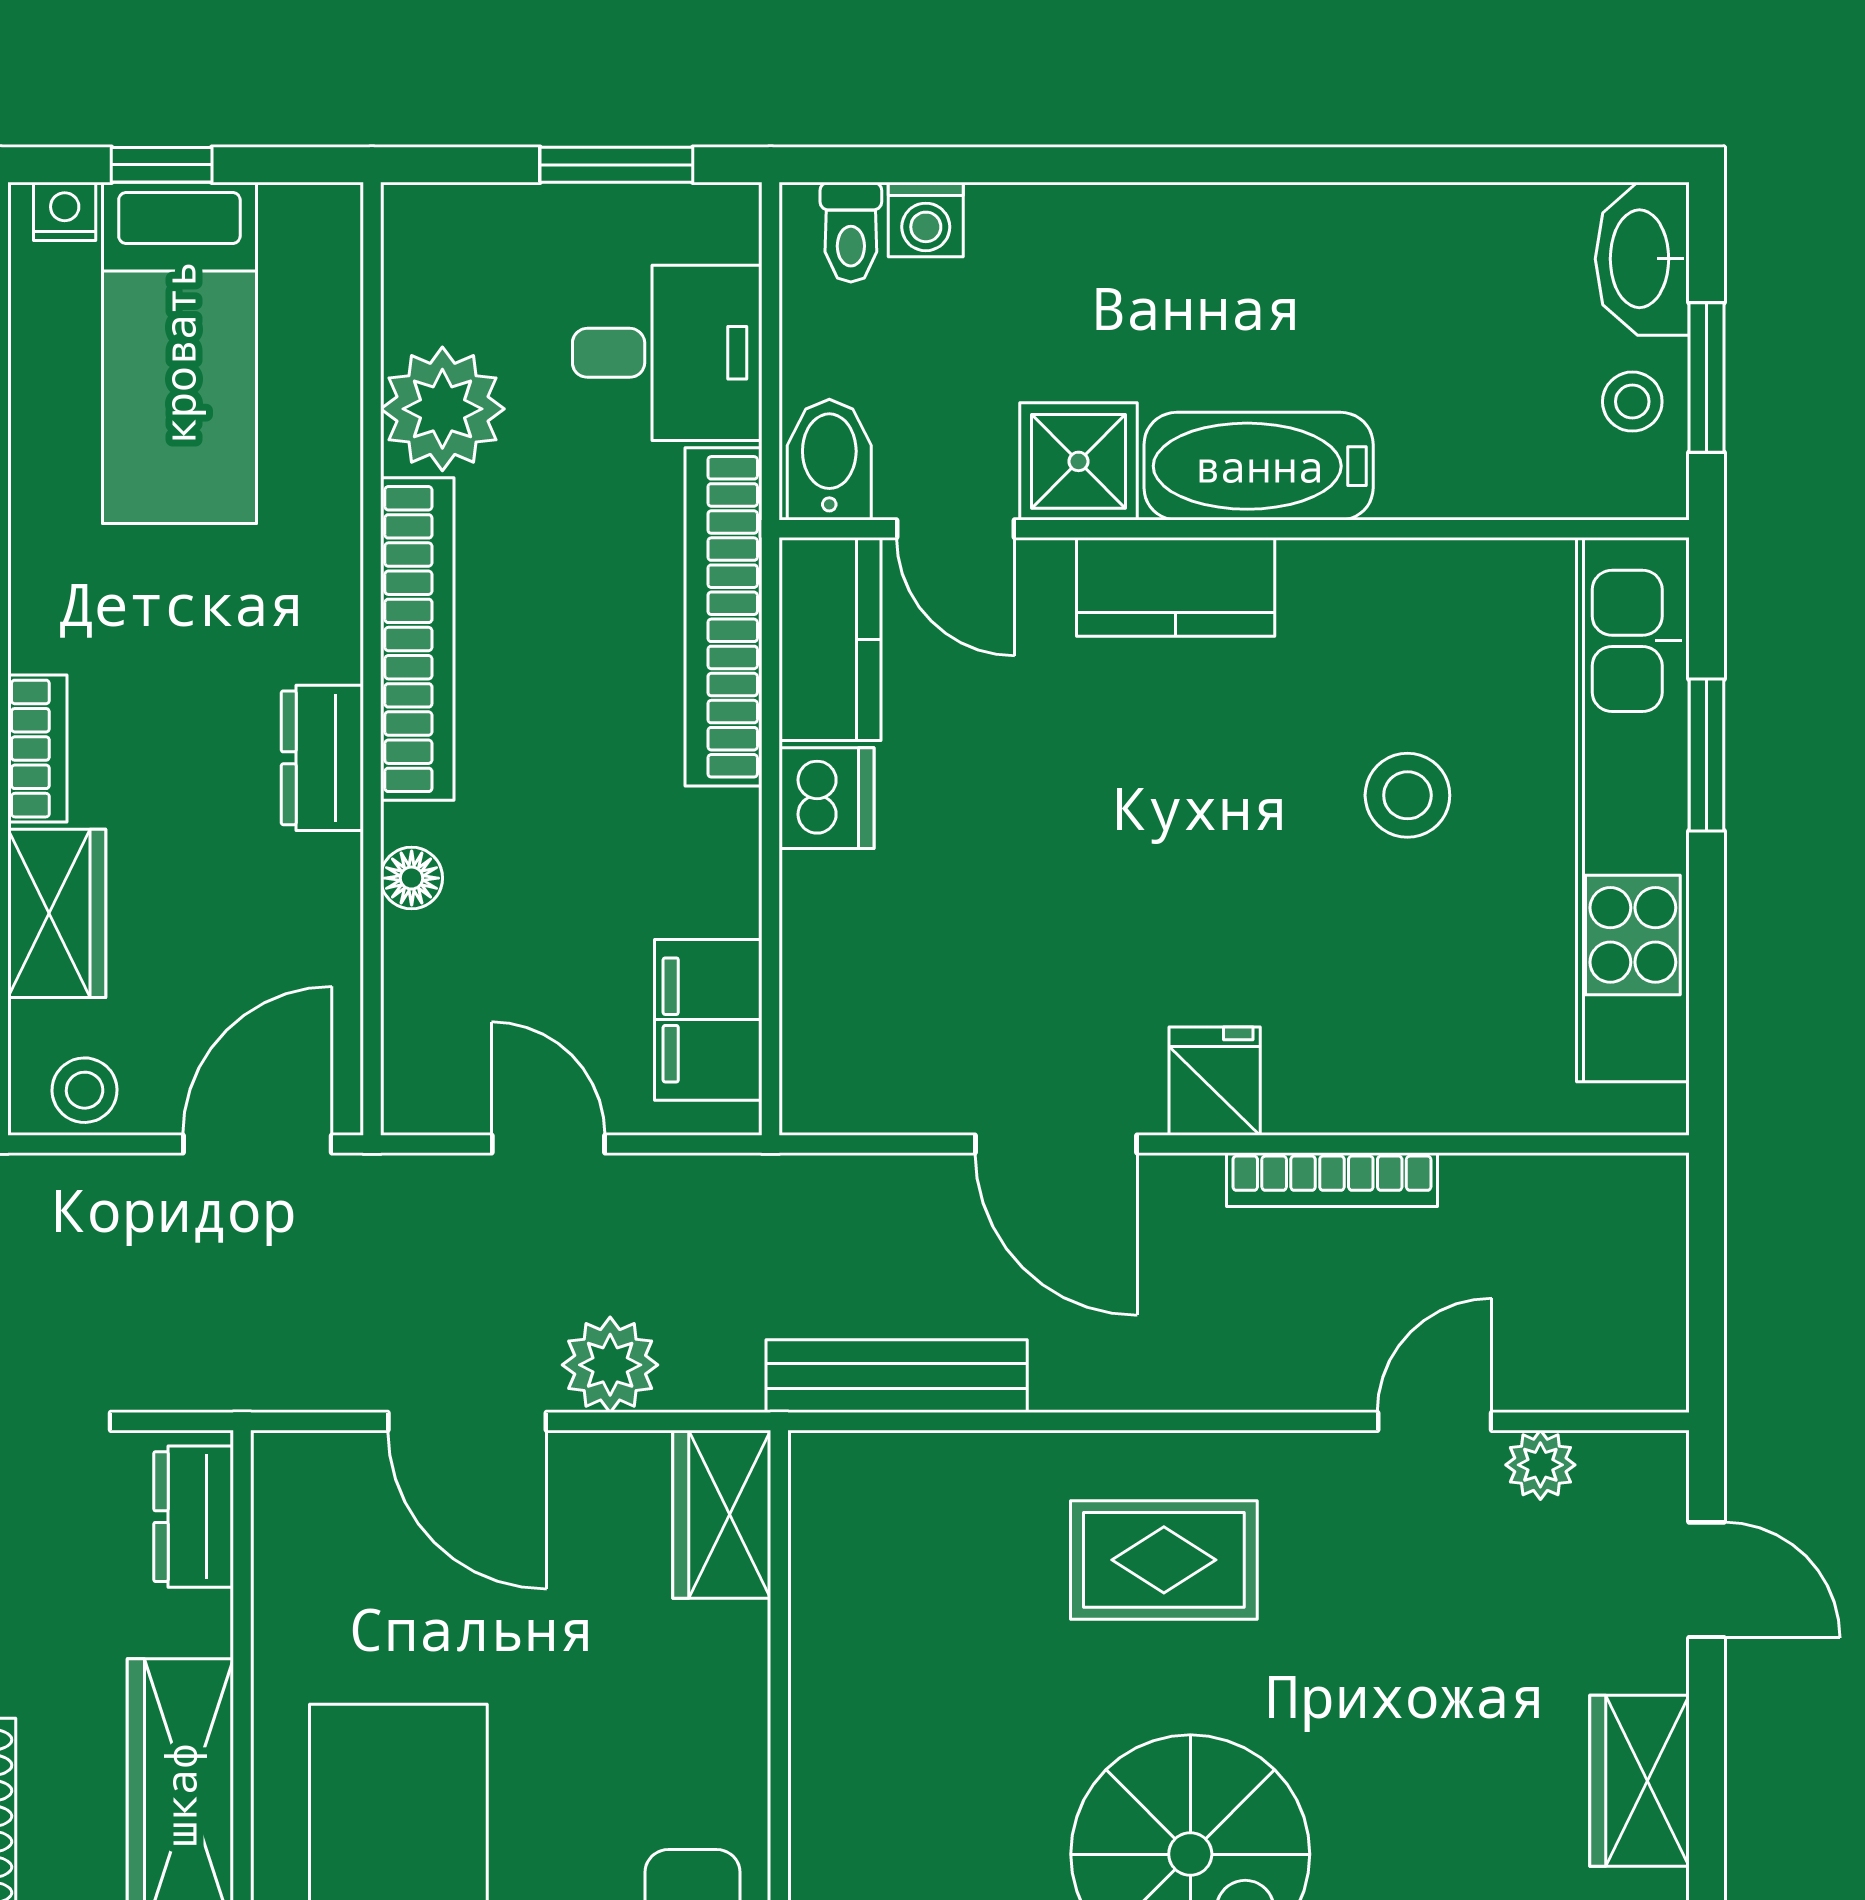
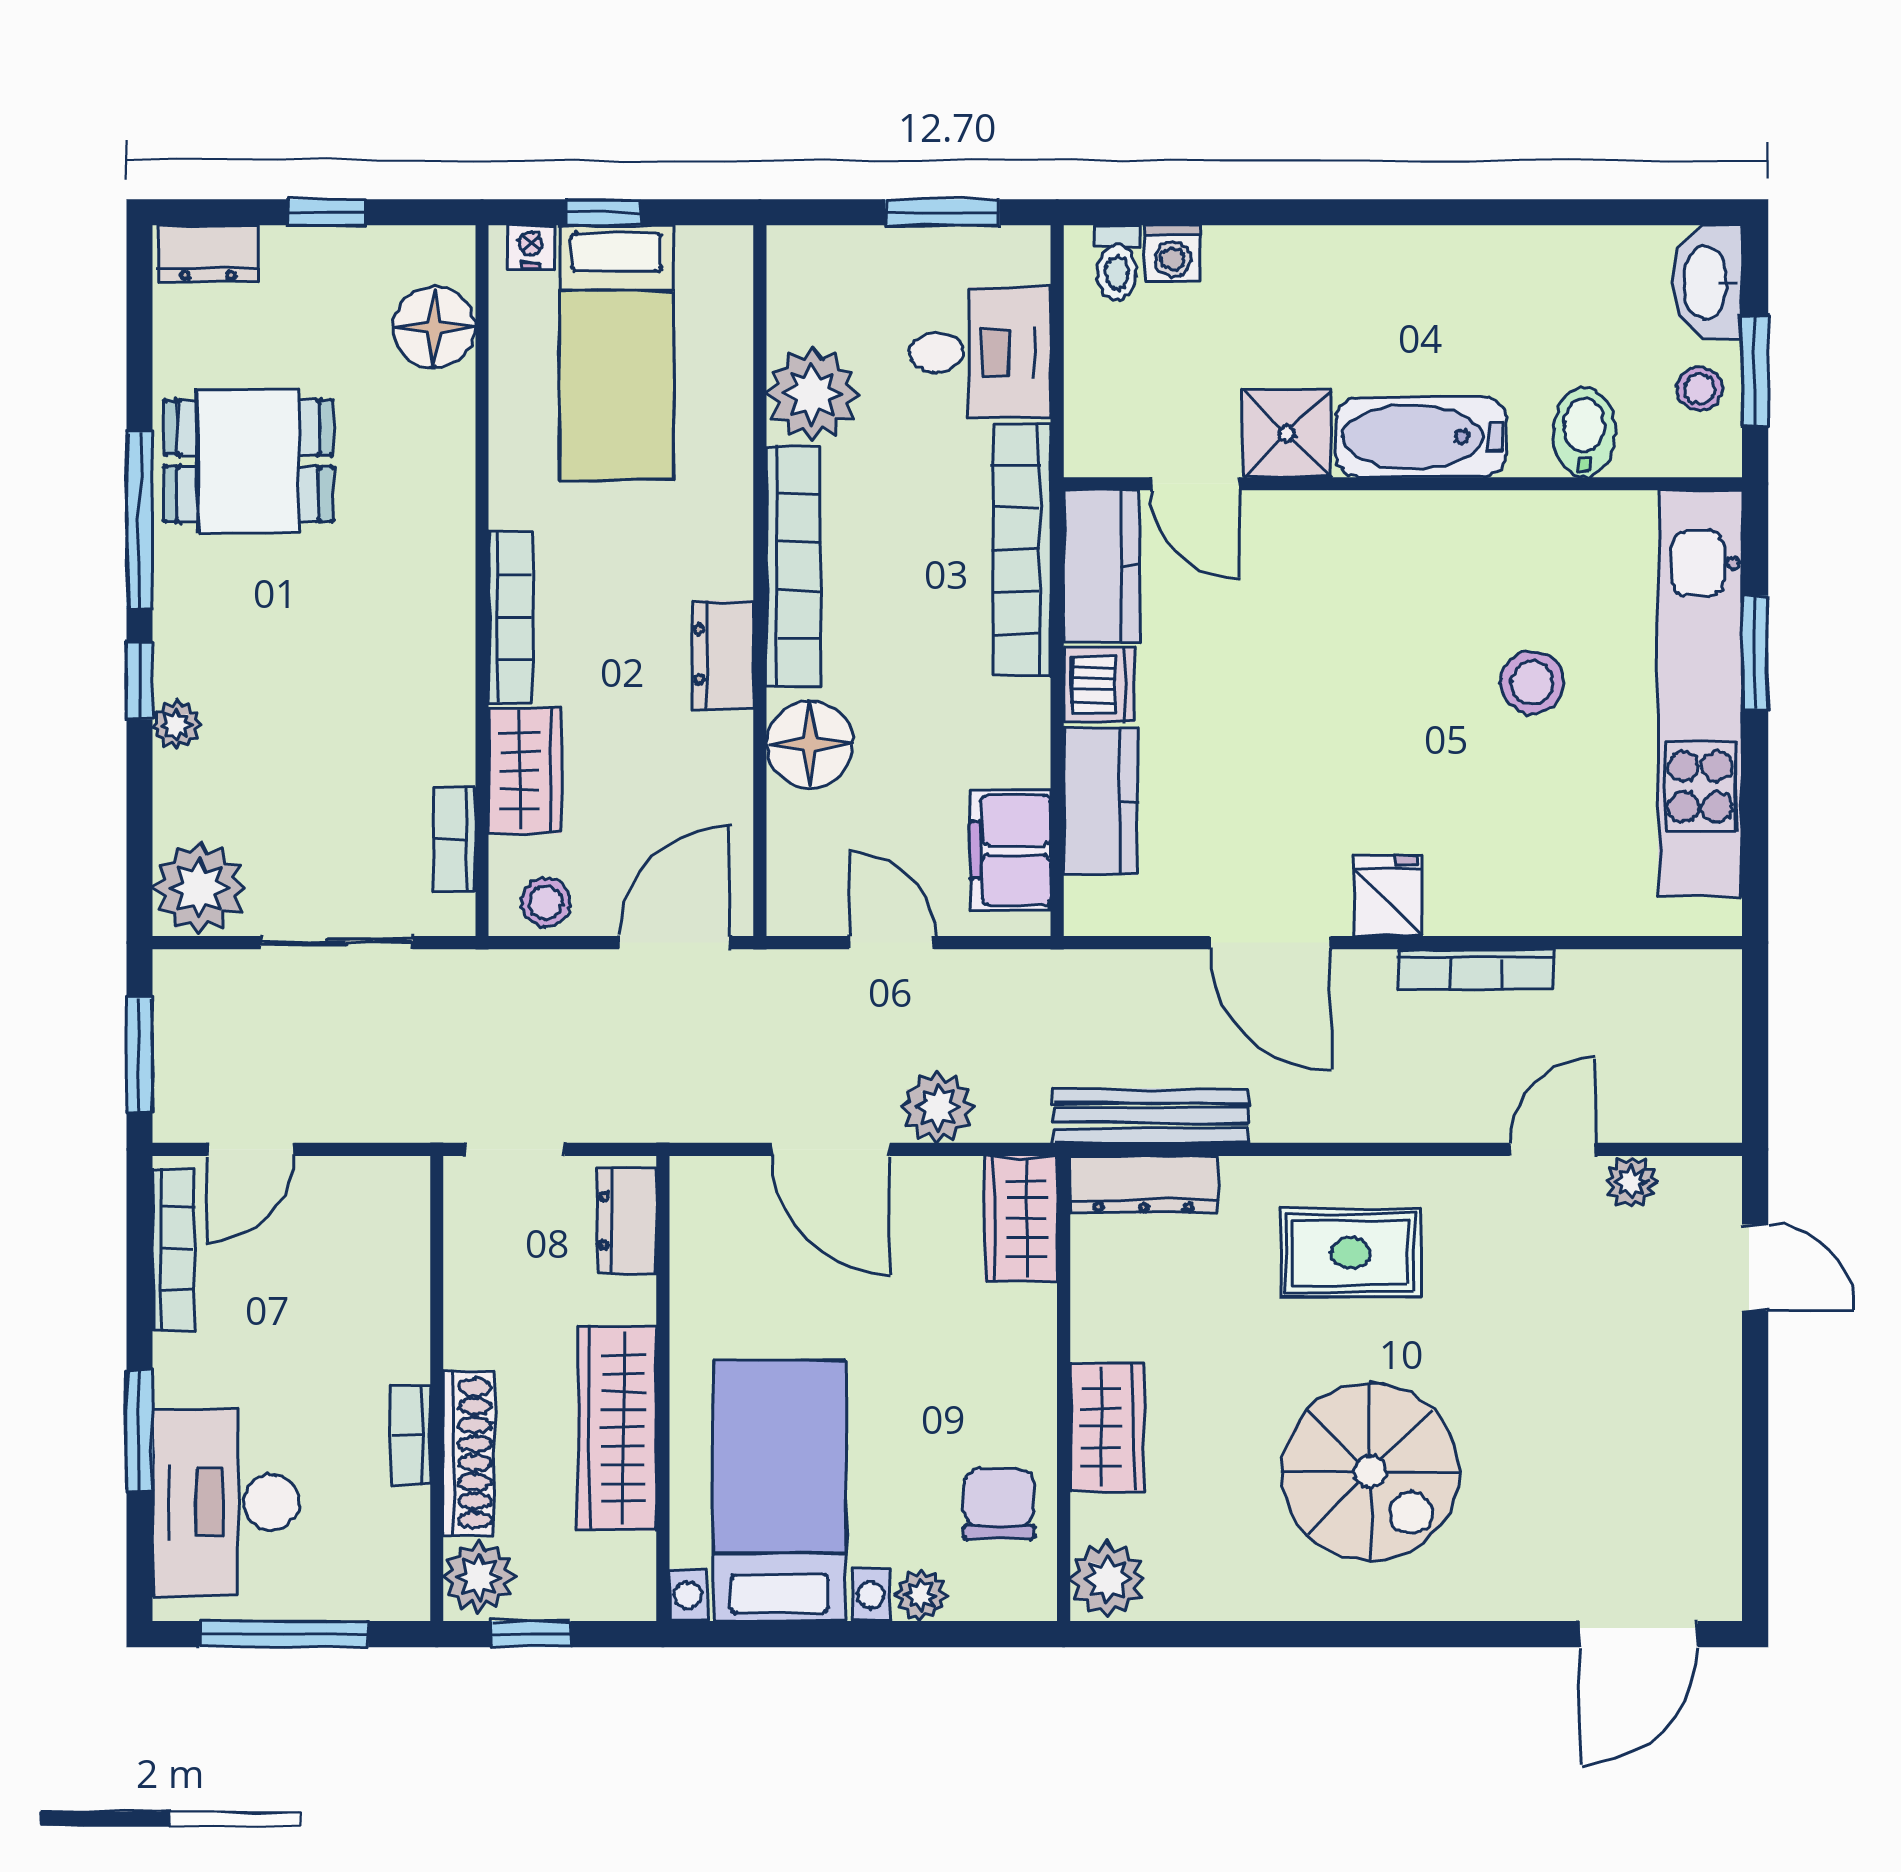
bidet: (829, 460) -> (1584, 432), moved
kitchen counter: (1176, 587) -> (1101, 801), moved, turned -90
bookcase: (37, 749) -> (510, 617), width x1.56
floor lamp: (412, 878) -> (810, 744), width x1.89, depth x1.89
dresser: (887, 1469) -> (1144, 1185), added
wardrobe: (1639, 1781) -> (1107, 1427), moved, turned 180

